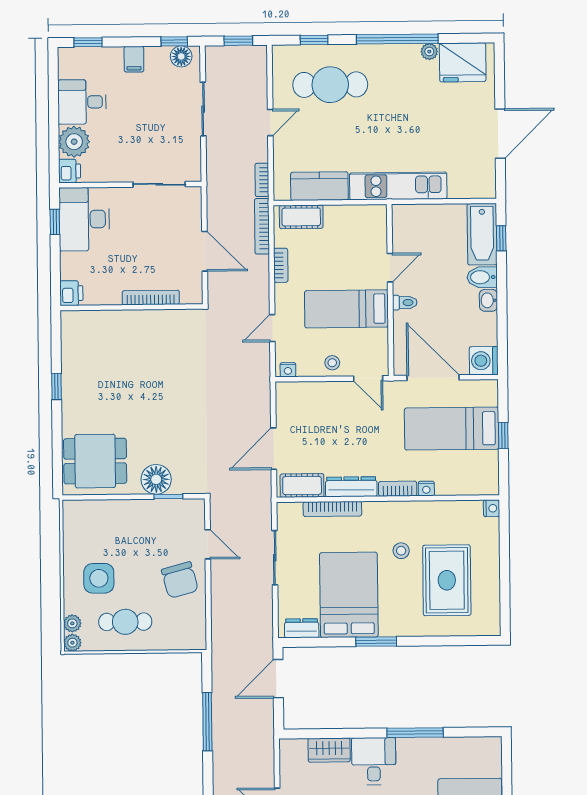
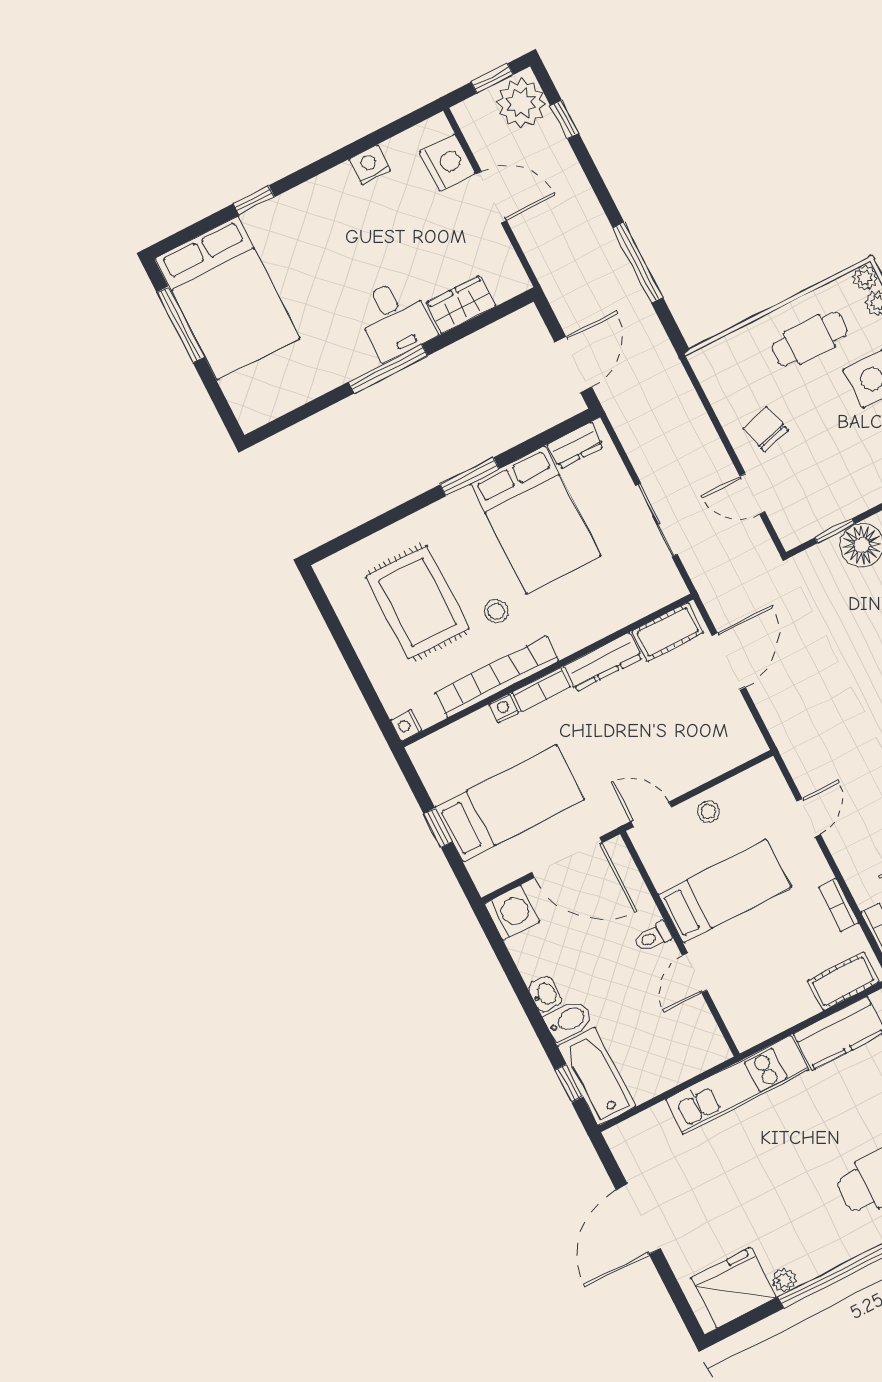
nightstand: (288, 370) -> (761, 774), removed
bookcase: (332, 509) -> (497, 677), moved, width x1.48, depth x1.31
chair: (180, 580) -> (765, 429), width x0.73, depth x0.73
window: (415, 733) -> (388, 369), moved

